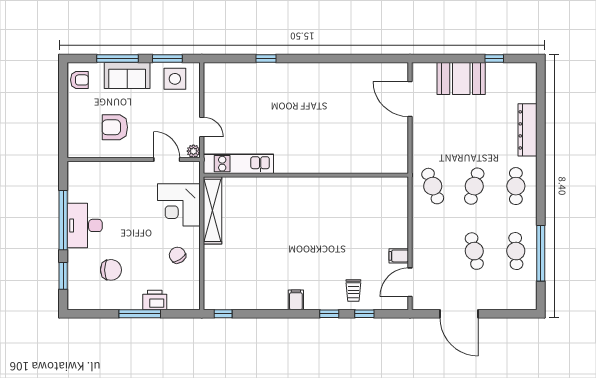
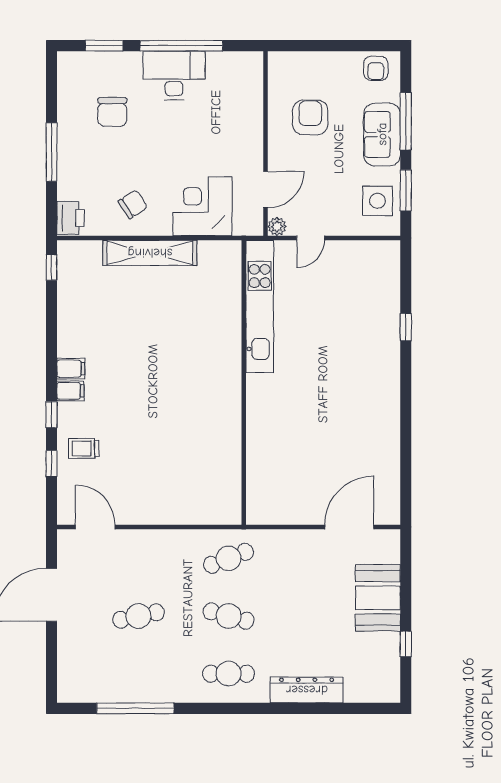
kitchen unit: (238, 164) -> (260, 306), width x1.36
shelving: (212, 210) -> (150, 253), moved
cafe table: (516, 251) -> (138, 674), removed
filing cabinet: (399, 256) -> (70, 391), moved, turned 90
printer: (155, 300) -> (71, 218), moved

